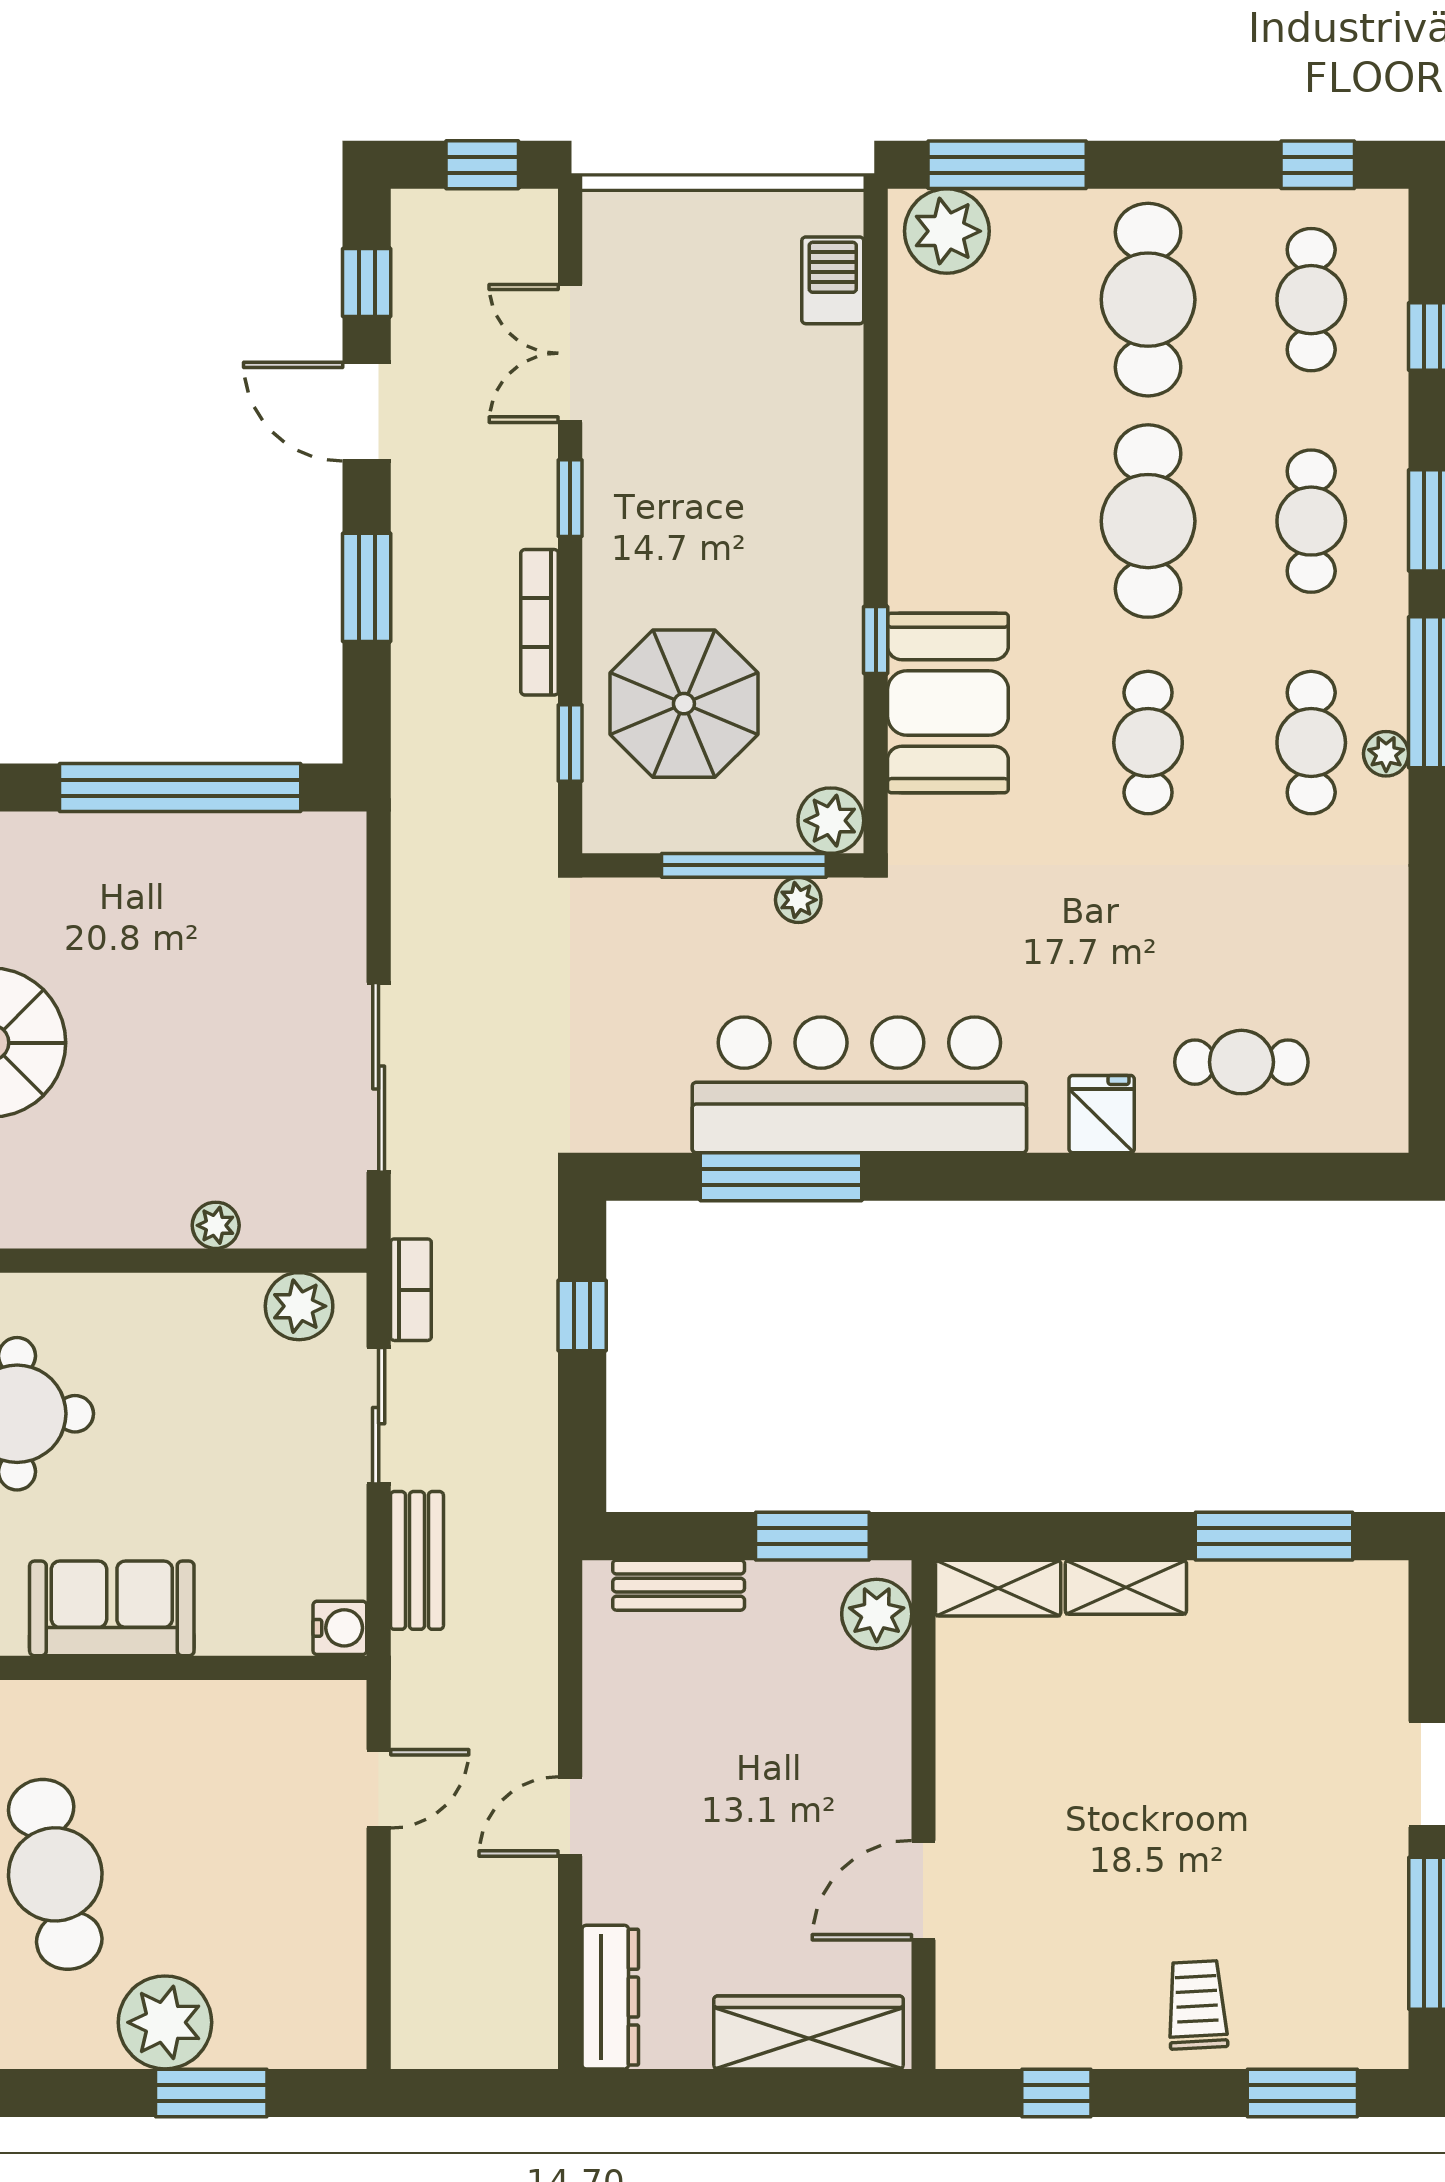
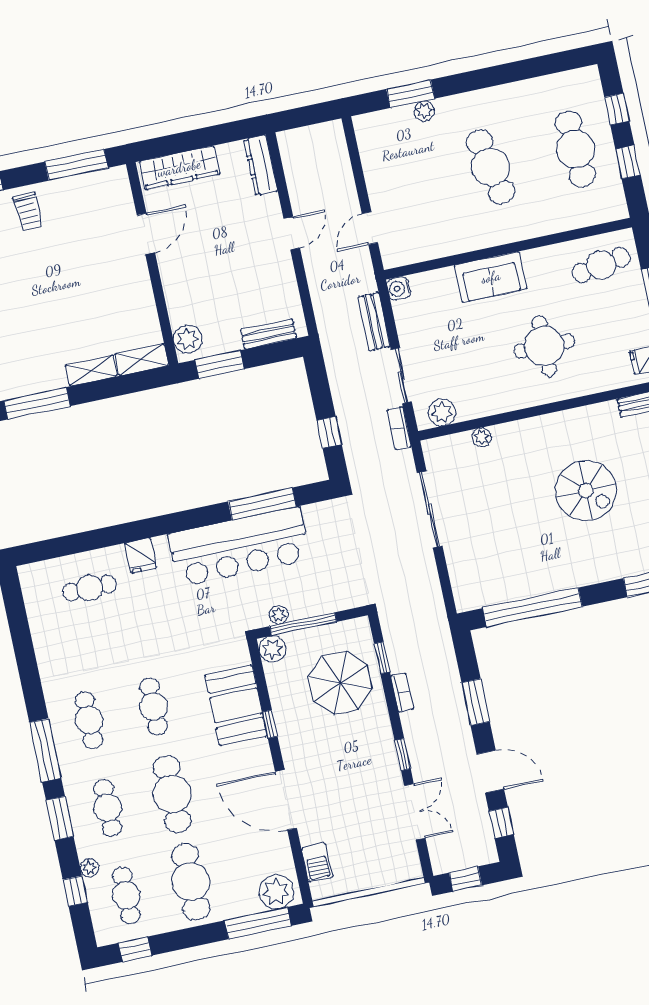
door: (876, 448) -> (286, 800), added
bookcase: (540, 622) -> (402, 693), width x0.64
plant: (1386, 754) -> (89, 868), moved
plant: (165, 2022) -> (424, 111), width x0.53, depth x0.53
window: (1056, 2093) -> (76, 165), width x2.17

